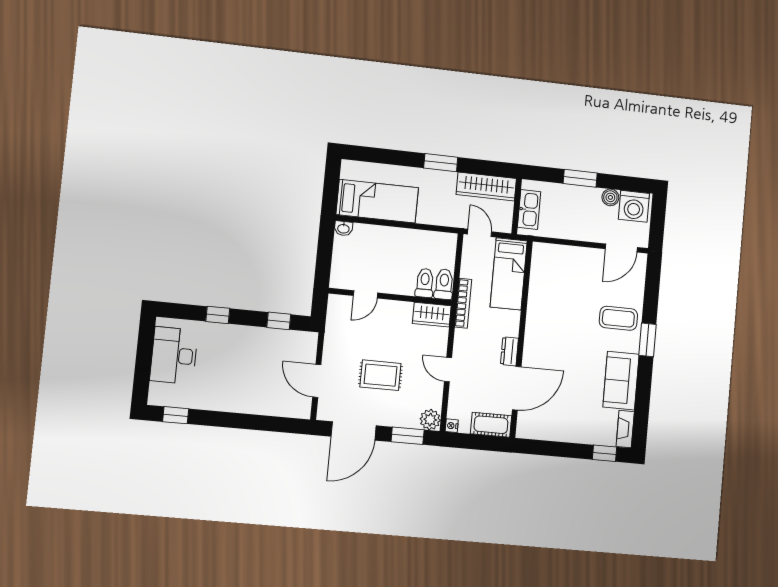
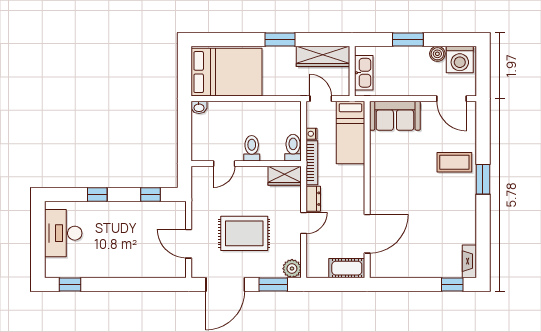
bed: (377, 201) -> (227, 72), width x1.50
door: (621, 248) -> (451, 99), hinge flipped
toilet: (425, 283) -> (252, 148), moved
dresser: (510, 351) -> (313, 199), moved, turned 180
door: (448, 370) -> (304, 223), swing flipped
rug: (381, 375) -> (244, 233), width x1.36, depth x1.43
sofa: (621, 381) -> (395, 116), moved, turned -90
nightstand: (452, 426) -> (312, 134), moved

